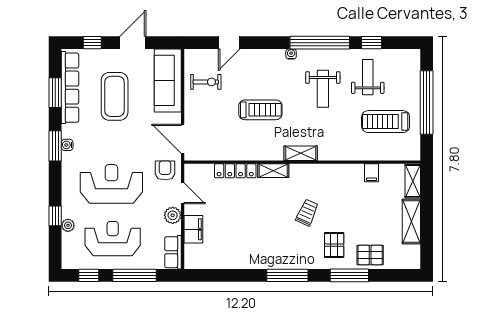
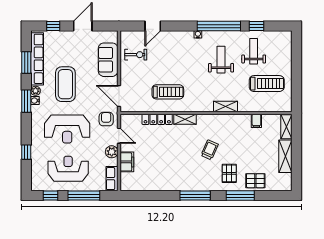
sofa: (168, 80) -> (108, 60), width x0.73
weight bench: (323, 89) -> (221, 60), turned 180
coffee table: (115, 96) -> (65, 84), moved
window: (427, 102) -> (296, 70), removed
treadmill: (260, 110) -> (168, 92), moved
treadmill: (386, 122) -> (267, 84), turned 180
shelving: (301, 153) -> (226, 107), moved
reception desk: (111, 184) -> (67, 129), turned 180
plant: (68, 225) -> (36, 91), moved

